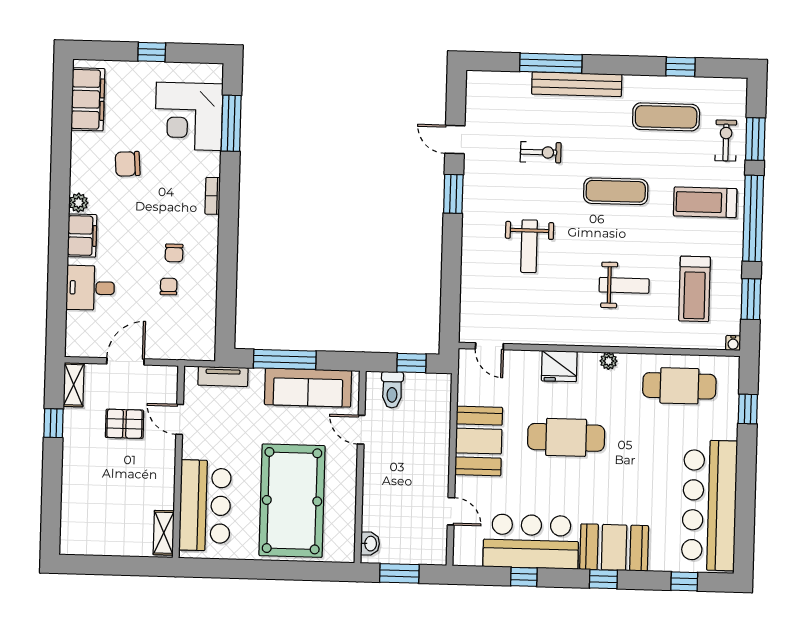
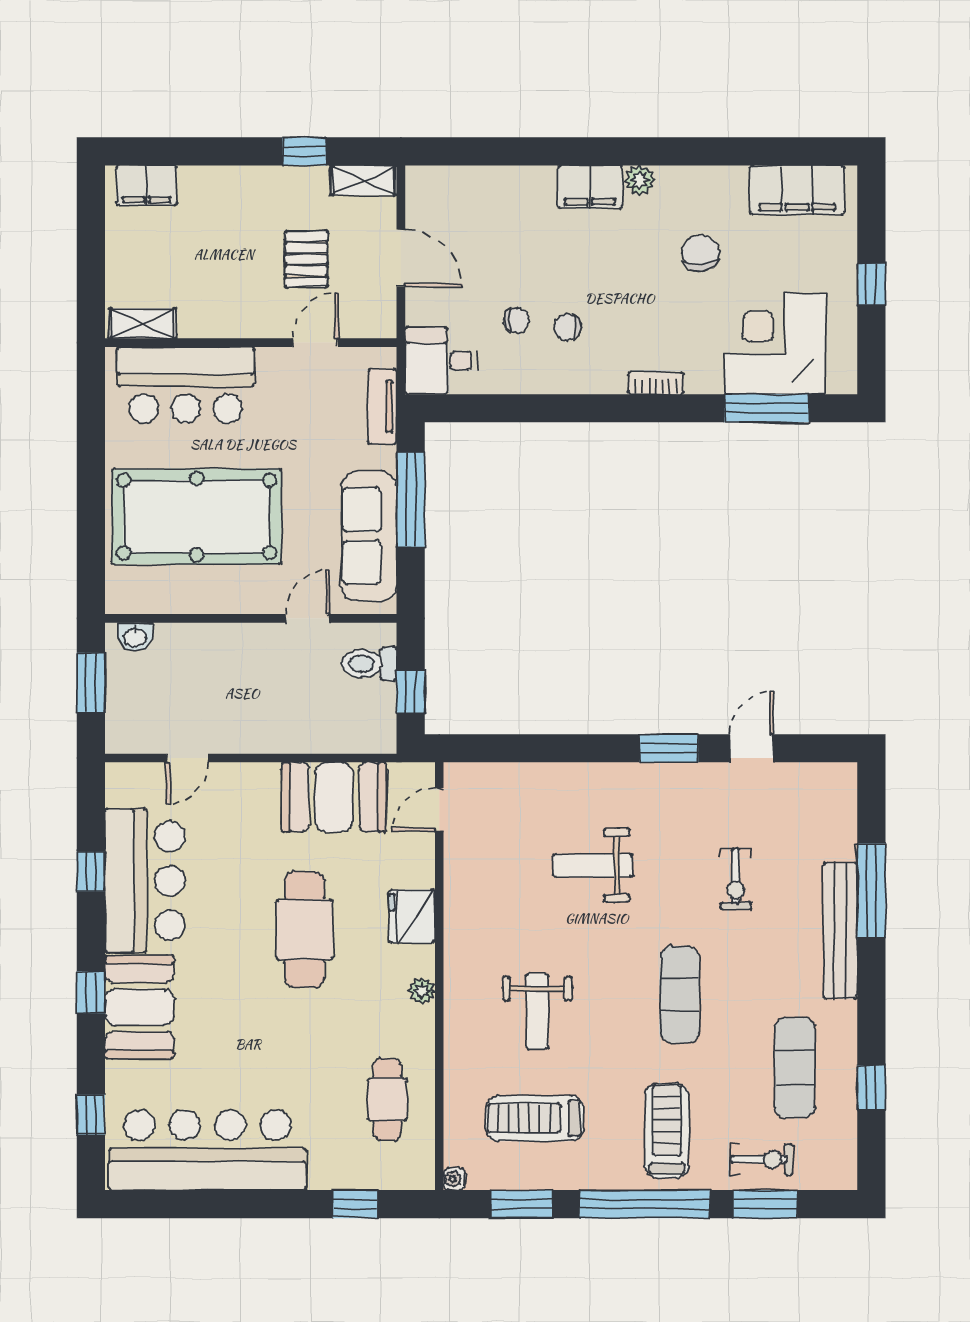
desk: (90, 288) -> (441, 361), moved, turned -90
cafe table: (679, 386) -> (387, 1099), width x0.73, depth x0.74
booth: (479, 441) -> (334, 797), moved
filing cabinet: (73, 528) -> (147, 186), added

